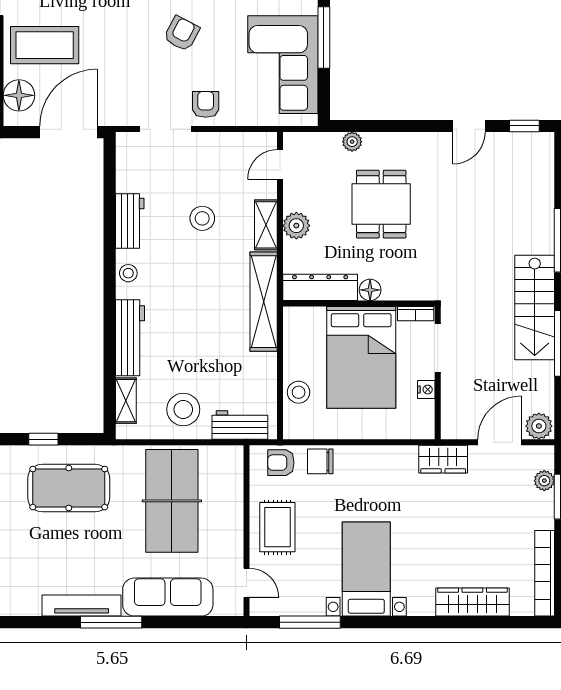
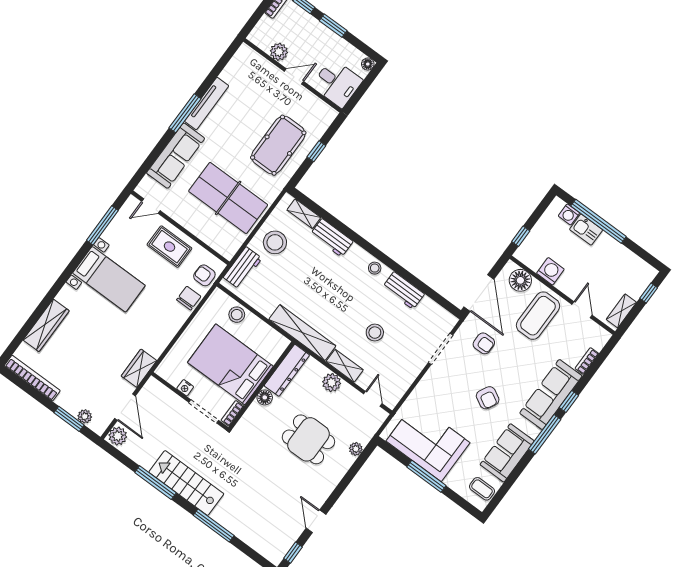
armchair: (206, 104) -> (484, 343), moved
workbench: (130, 338) -> (332, 238), width x0.73
armchair: (281, 463) -> (204, 275), turned -90

